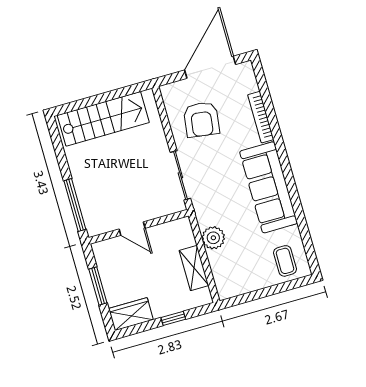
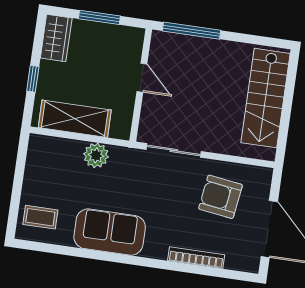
sofa: (269, 187) -> (110, 232), width x0.73
door: (132, 229) -> (142, 78), swing flipped
shelving: (194, 268) -> (75, 119), width x1.50, depth x1.33

